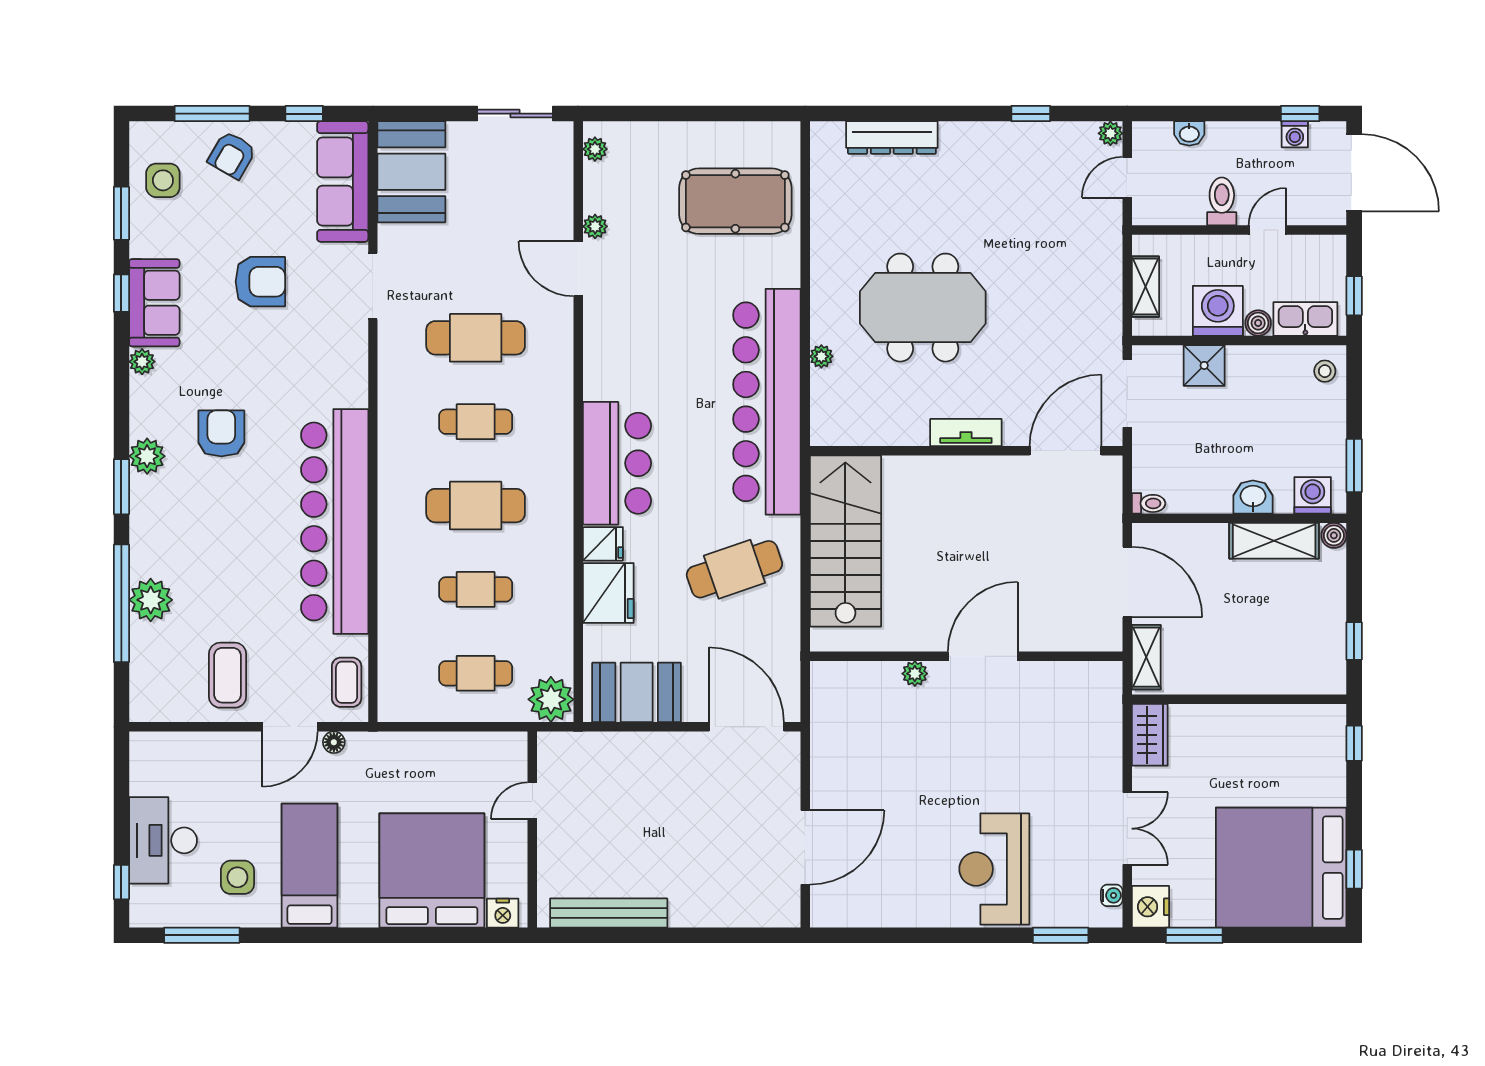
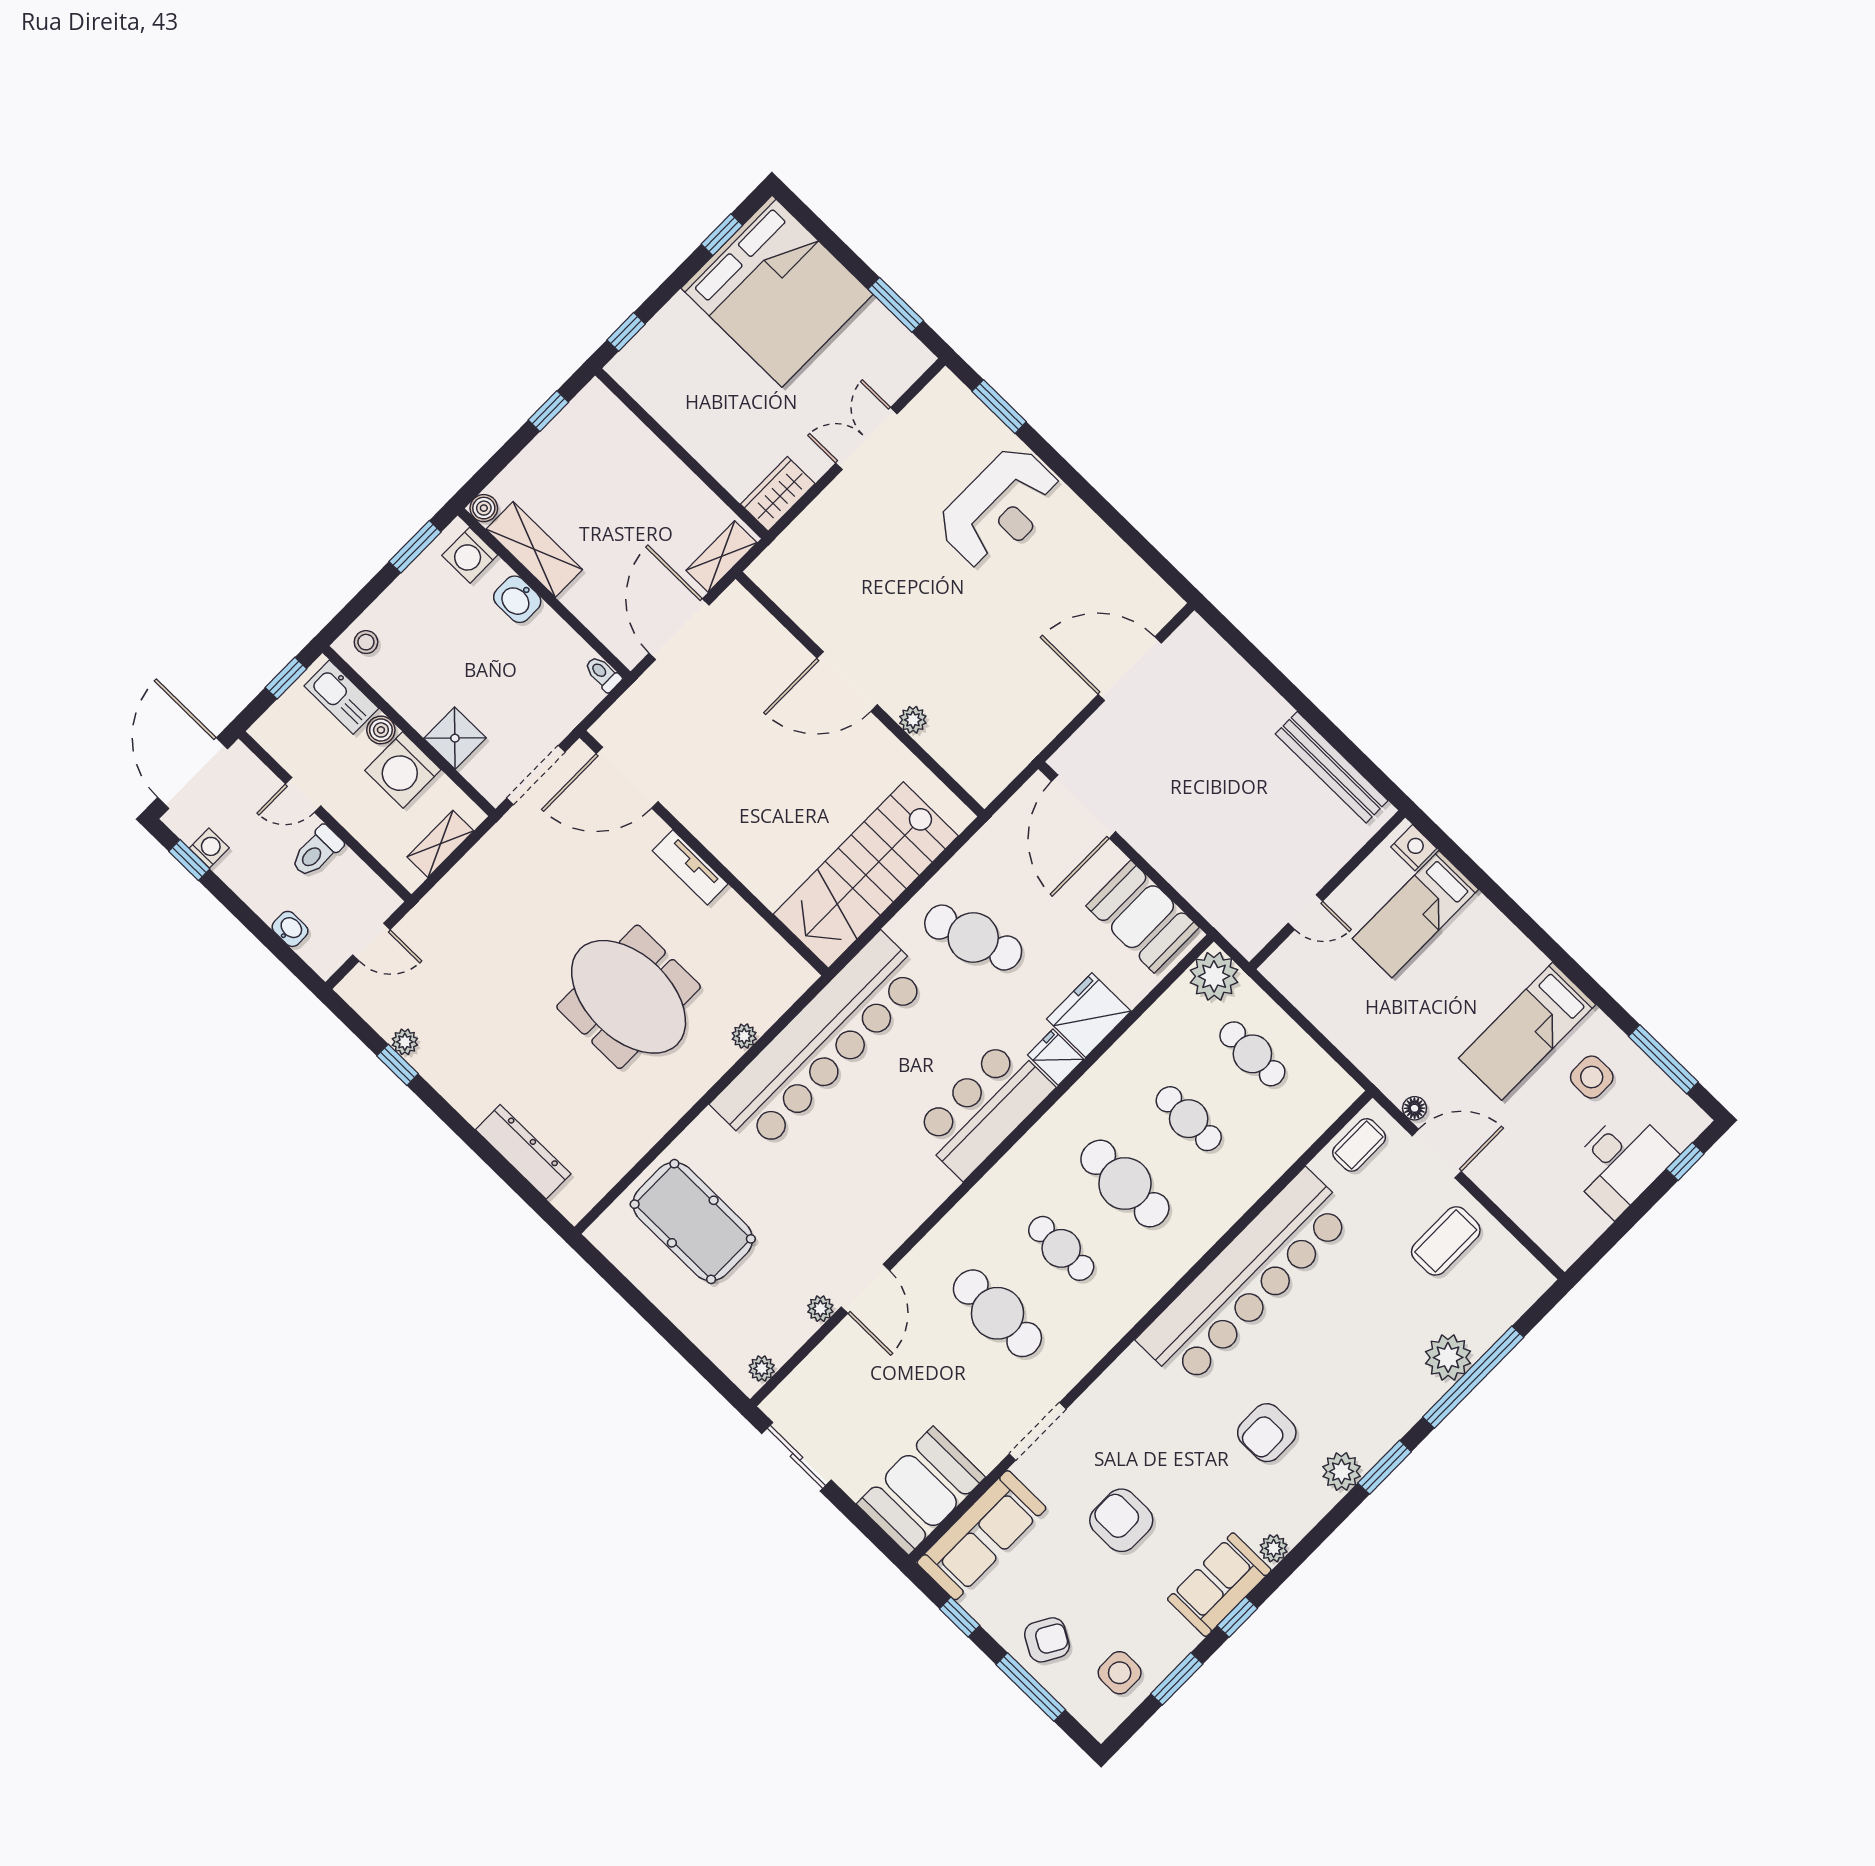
plant: (1110, 133) -> (405, 1042), moved
bed: (432, 870) -> (1415, 914), width x0.49
water cooler: (1112, 895) -> (929, 398), removed
nightstand: (1151, 907) -> (908, 360), removed

